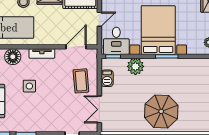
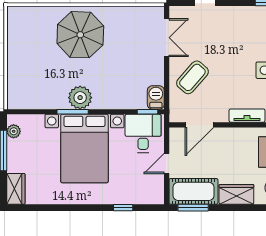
plant: (135, 66) -> (80, 98), moved
barbecue: (107, 78) -> (156, 97), moved
coffee table: (81, 81) -> (192, 77), turned 46

